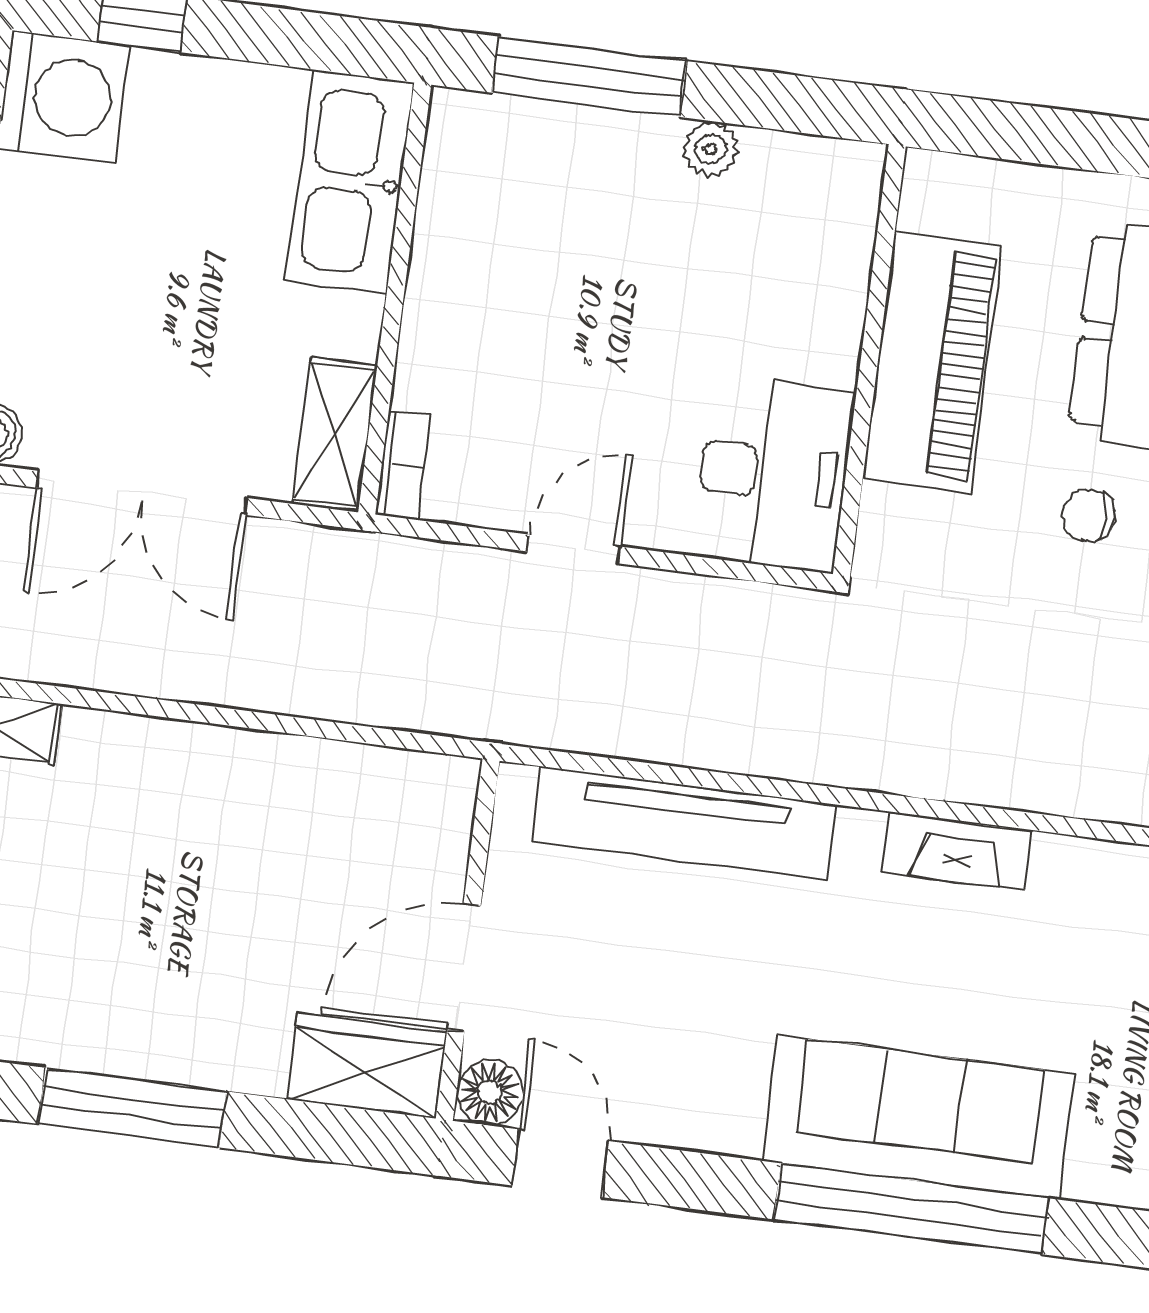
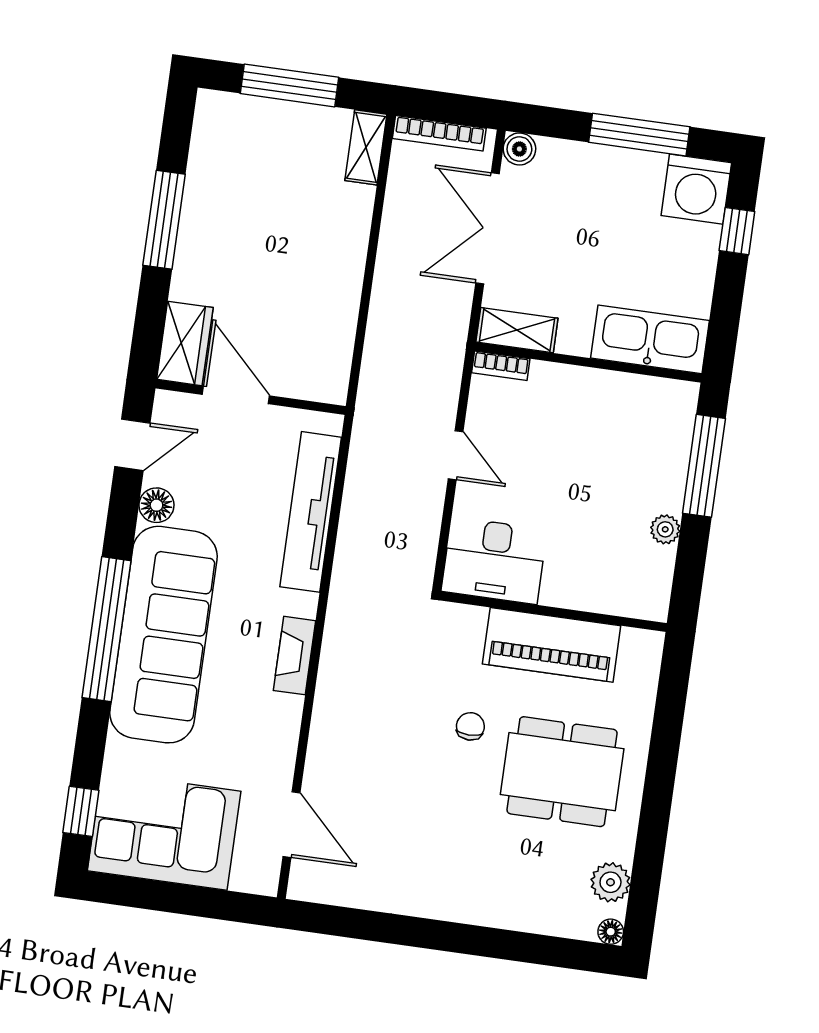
floor lamp: (490, 1092) -> (156, 505), moved
sofa: (918, 1117) -> (164, 635), width x1.36, depth x1.27

